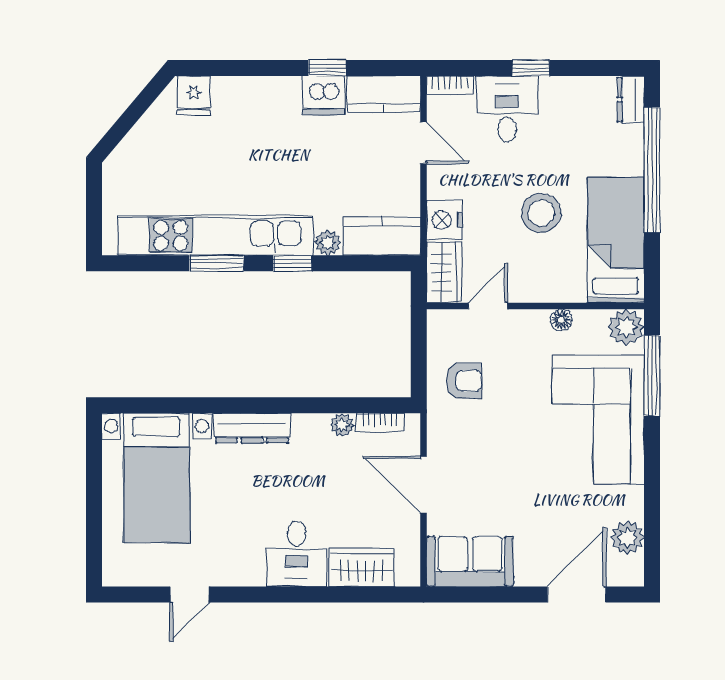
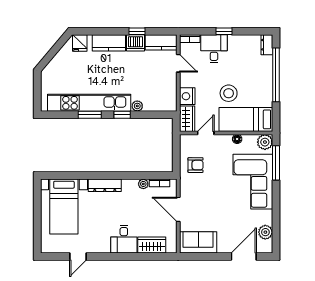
kitchen counter: (382, 236) -> (109, 43), moved, turned 180
bed: (616, 240) -> (246, 119), moved, turned -90

